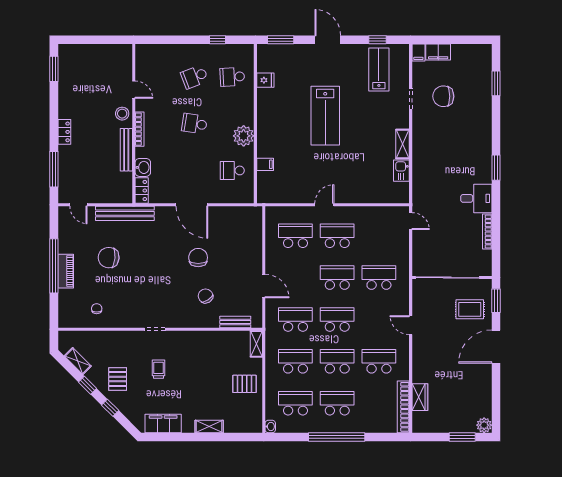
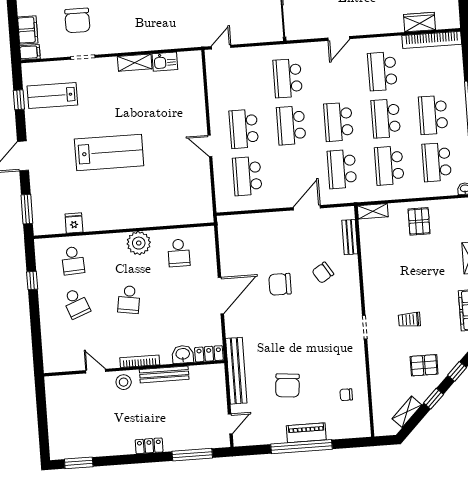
door: (134, 90) -> (96, 371), hinge flipped
filing cabinet: (265, 164) -> (169, 216), removed

